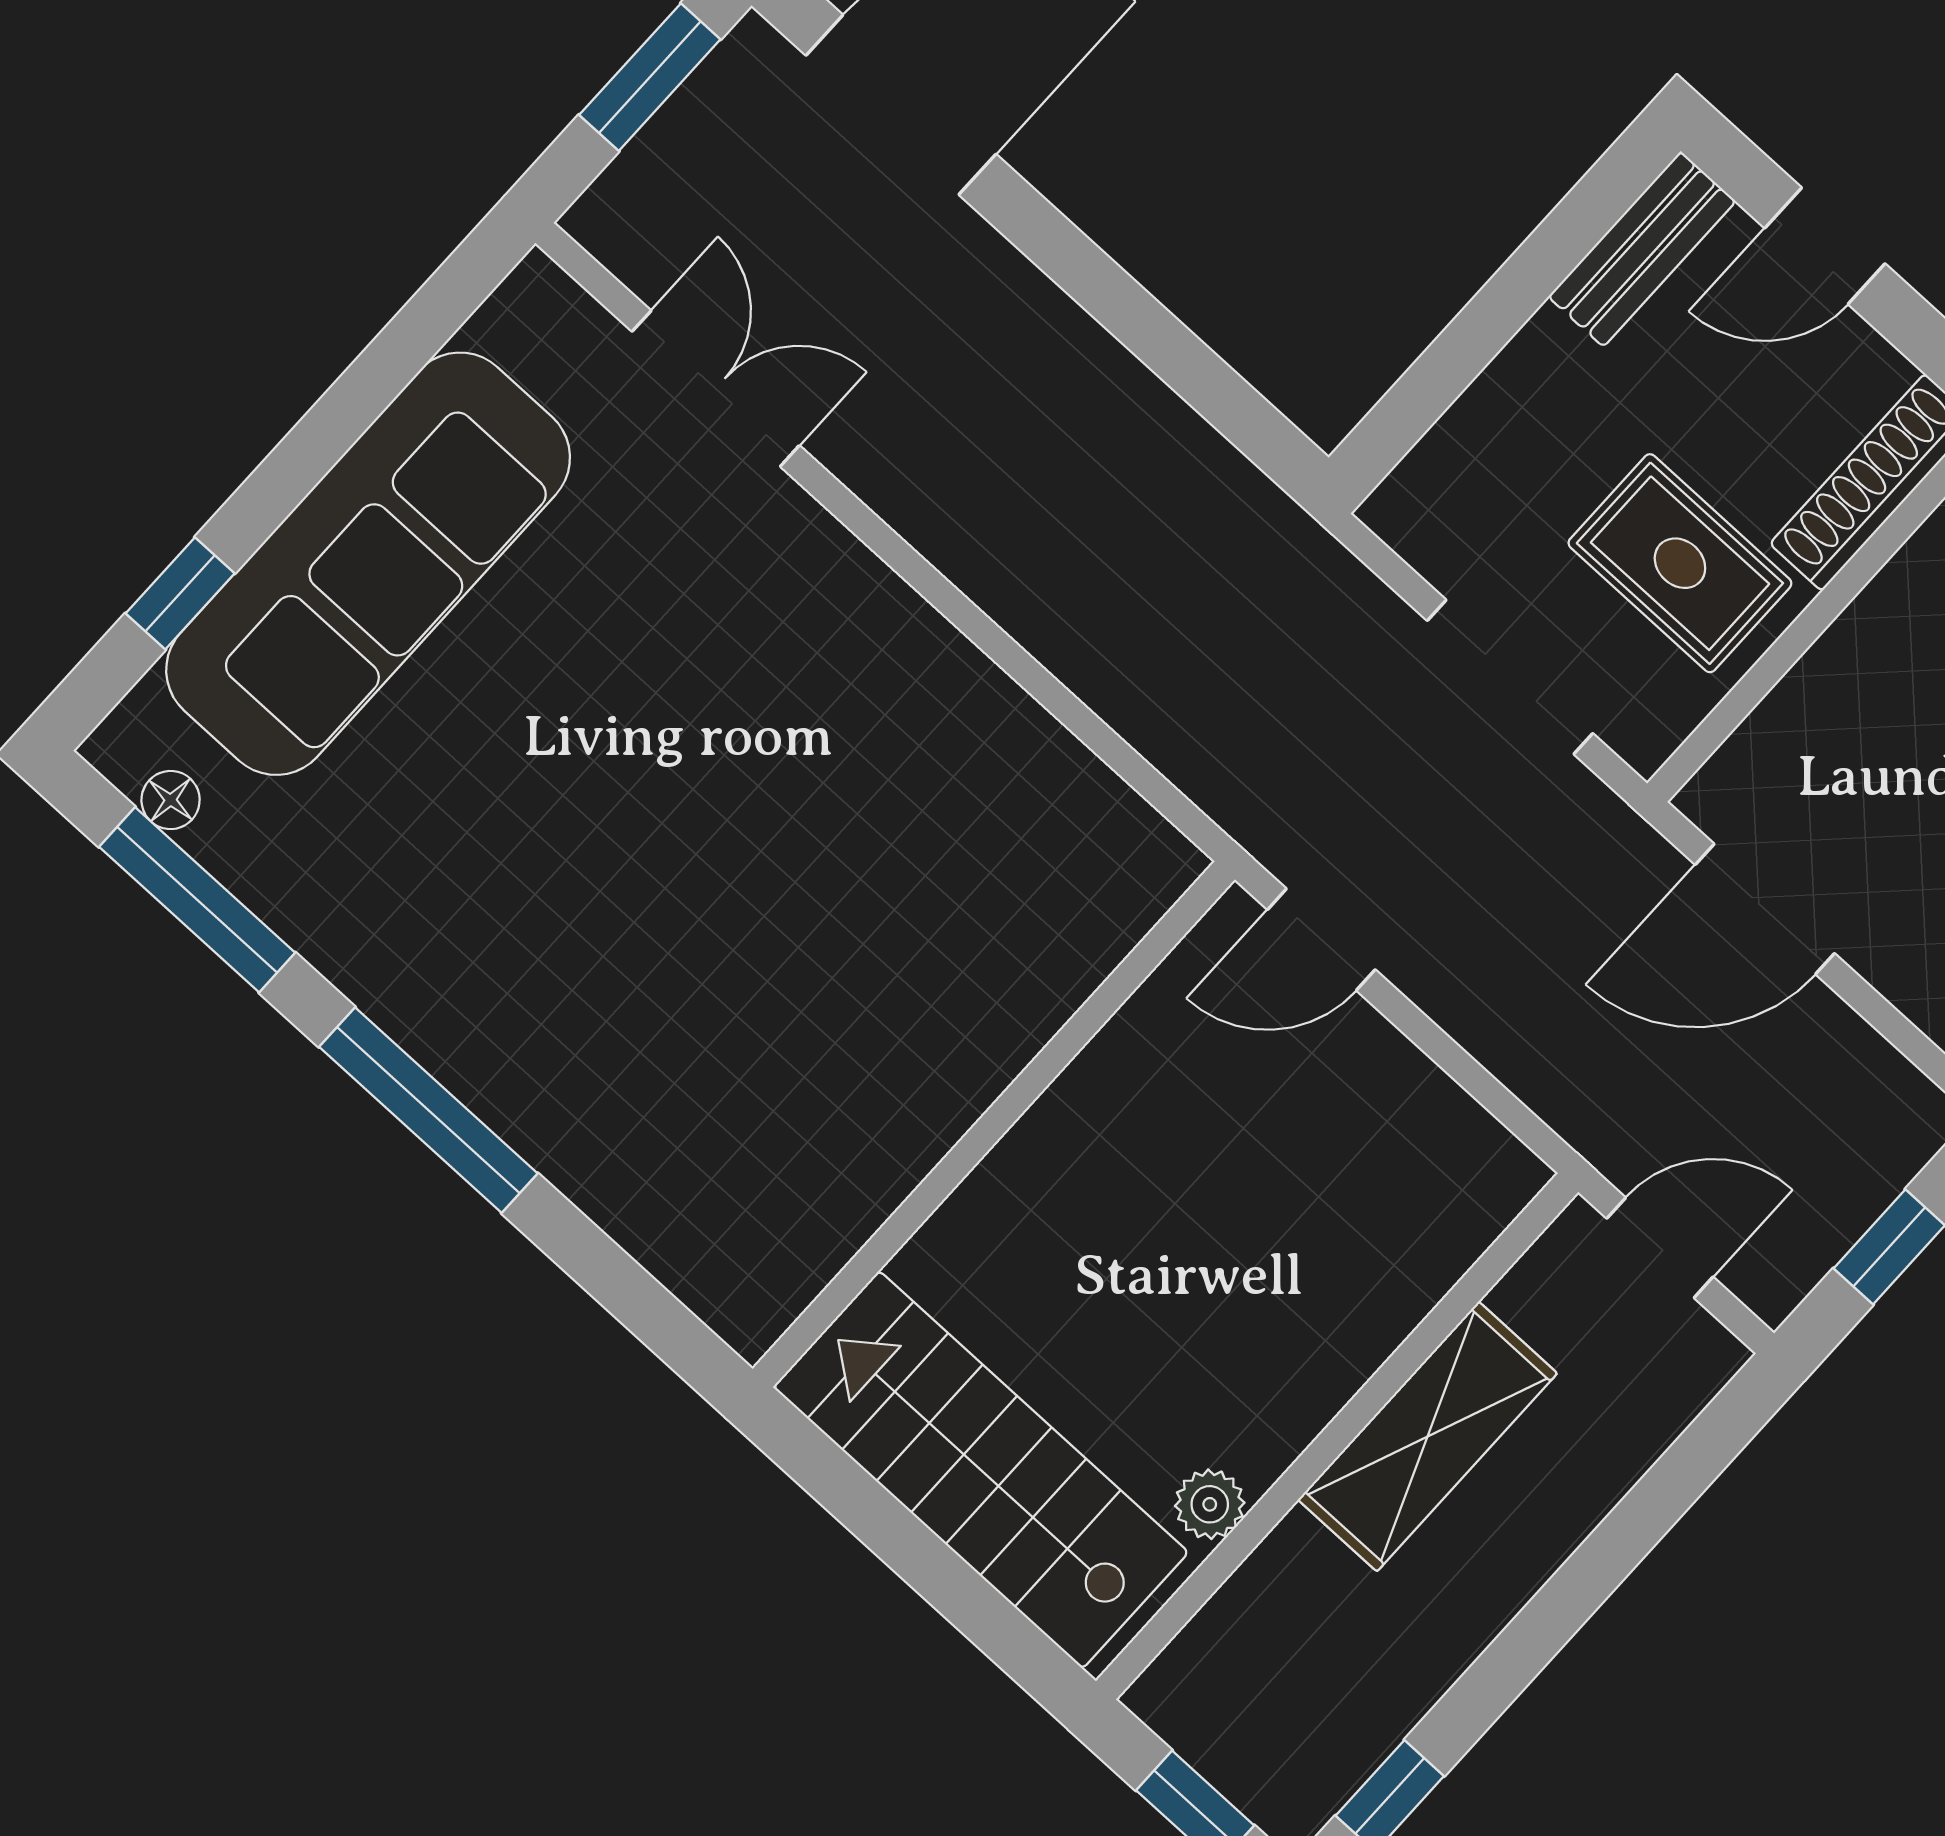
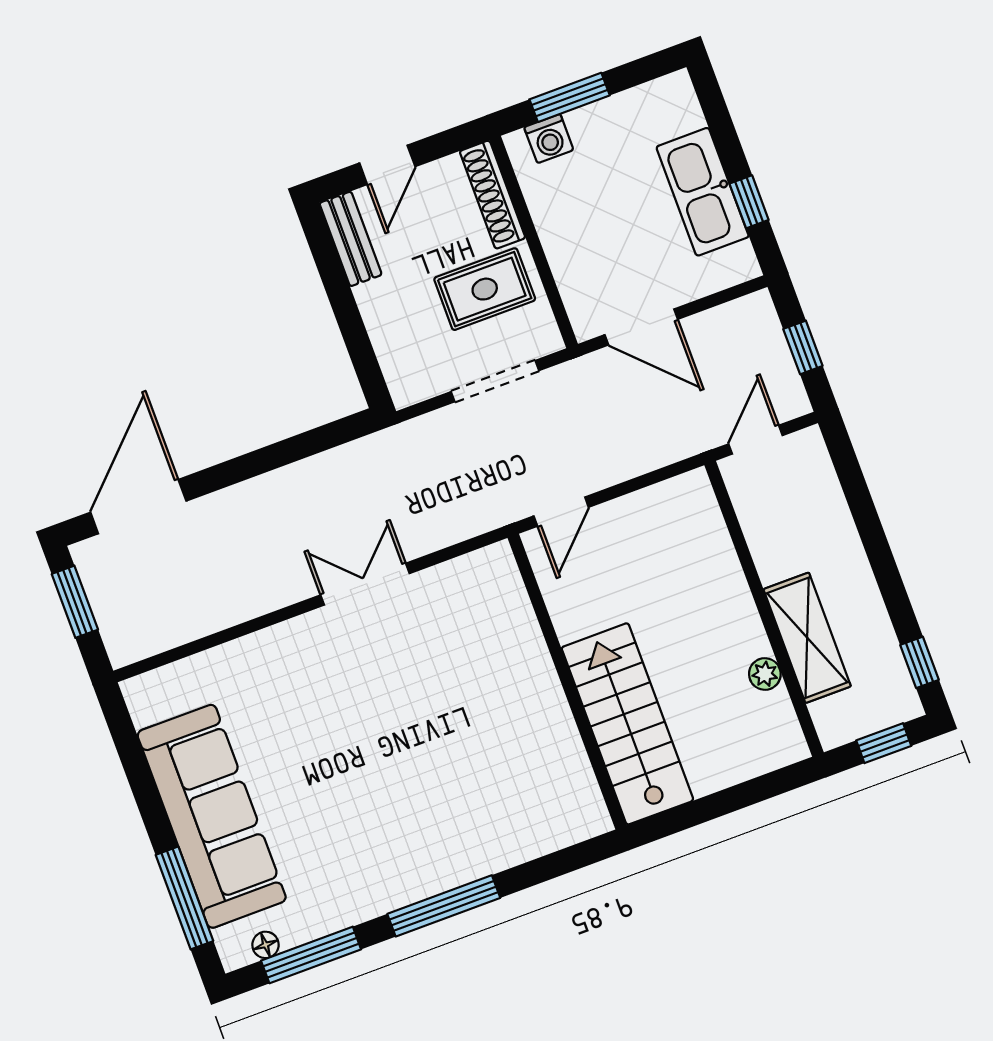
double door: (716, 389) -> (365, 584), moved
window: (180, 593) -> (184, 898), width x2.17
door: (1765, 909) -> (641, 327), hinge flipped
shelving: (1428, 1436) -> (807, 638), moved
stairs: (981, 1470) -> (627, 724), moved, turned 90

